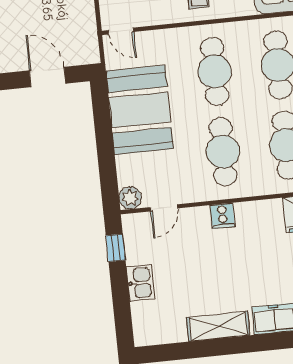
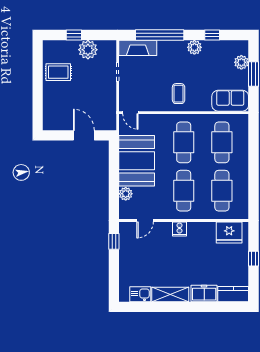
plant: (130, 198) -> (126, 194), moved
kitchen sink: (140, 283) -> (140, 294), moved, turned -90

